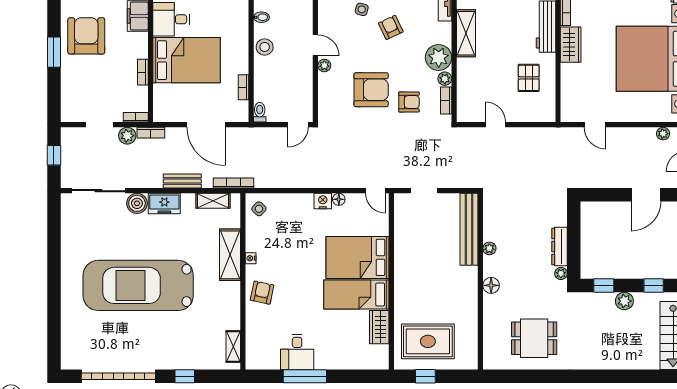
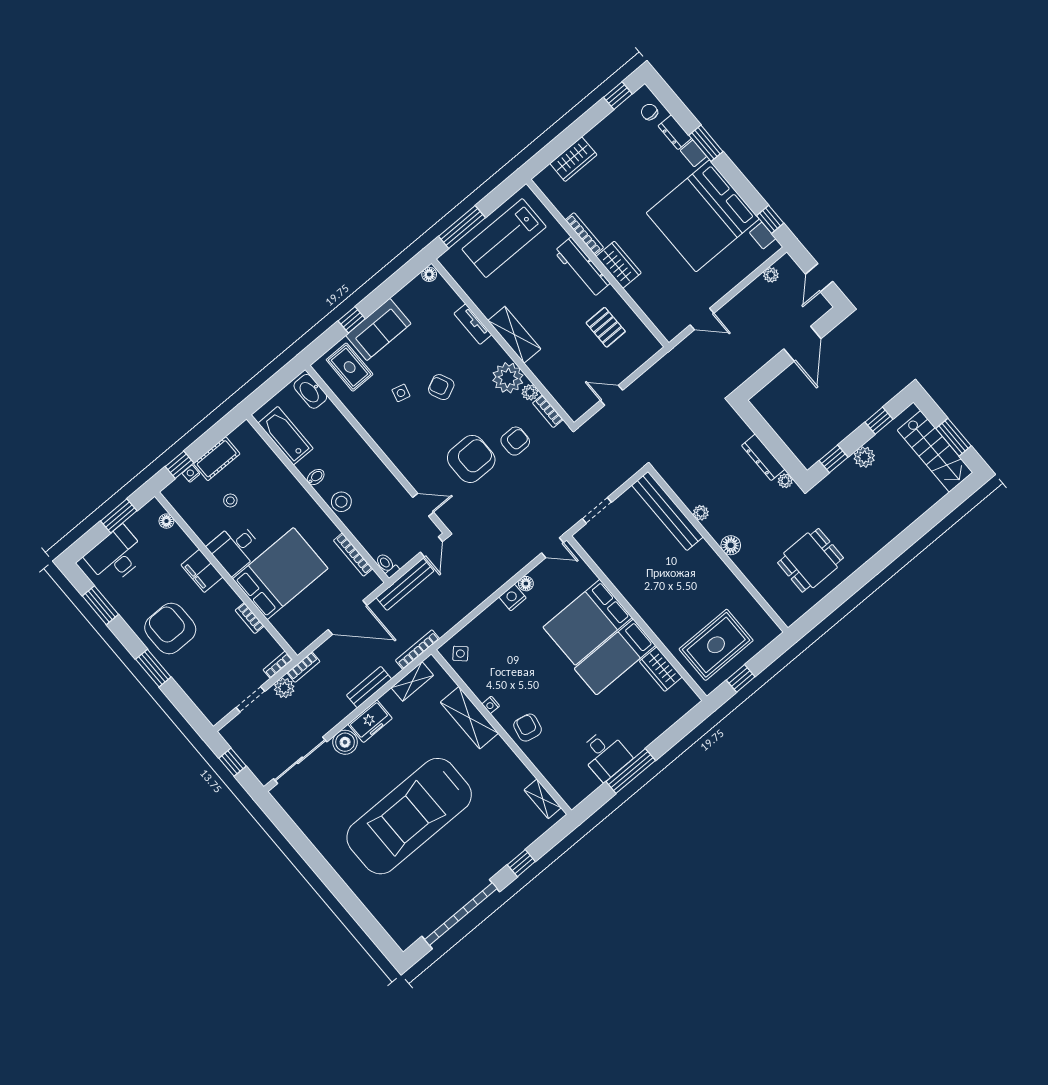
door: (315, 45) -> (423, 505), moved
plant: (324, 65) -> (410, 473), removed
bookcase: (244, 87) -> (353, 555), width x1.56
bench: (261, 134) -> (405, 584), added

